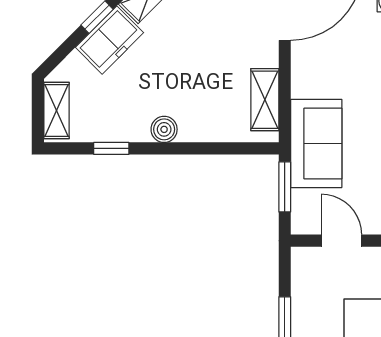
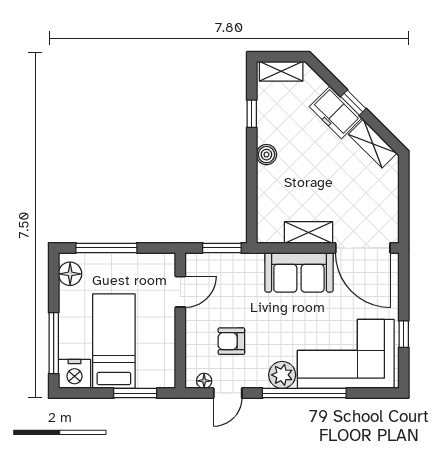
shelving: (265, 100) -> (308, 233), moved
sofa: (316, 143) -> (299, 272), moved

